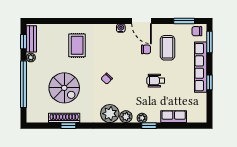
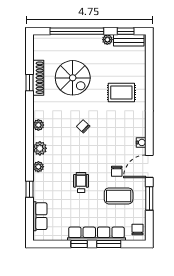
window: (184, 21) -> (149, 198), moved
window: (210, 42) -> (109, 244), moved
spiral stairs: (64, 88) -> (73, 78), turned -90
plant: (110, 114) -> (38, 125), width x0.53, depth x0.53
row of seats: (174, 117) -> (40, 216), moved
window: (149, 126) -> (30, 189), moved

